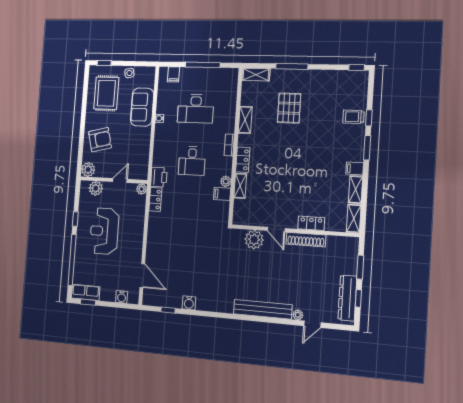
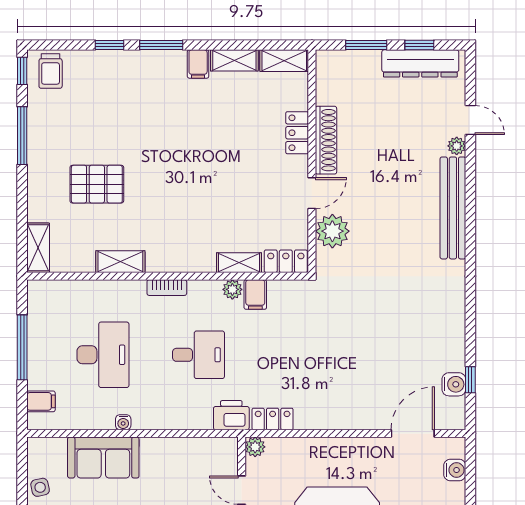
window: (292, 66) -> (22, 136), moved
trolley: (354, 117) -> (51, 71), moved
locker: (243, 160) -> (286, 261), moved
water cooler: (189, 303) -> (454, 384), moved

